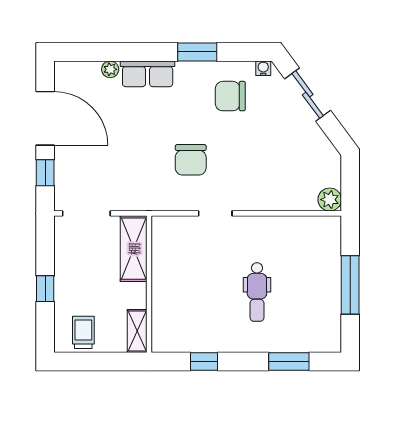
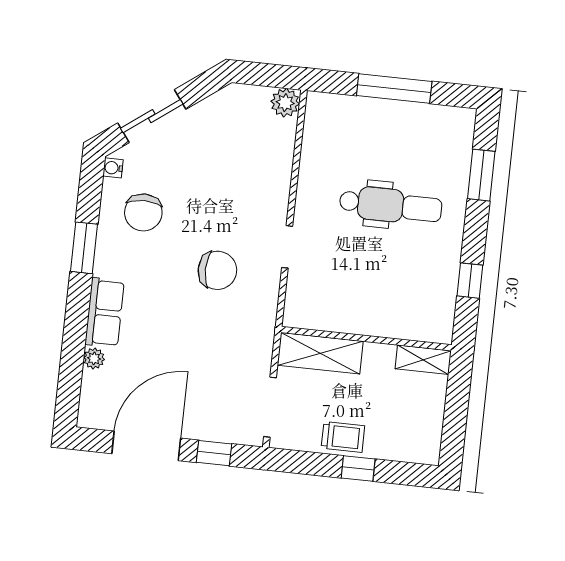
dental chair: (257, 292) -> (391, 205), width x1.36, depth x1.38
trolley: (83, 332) -> (343, 437), moved, turned 180

